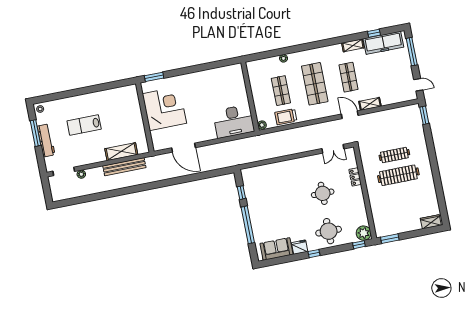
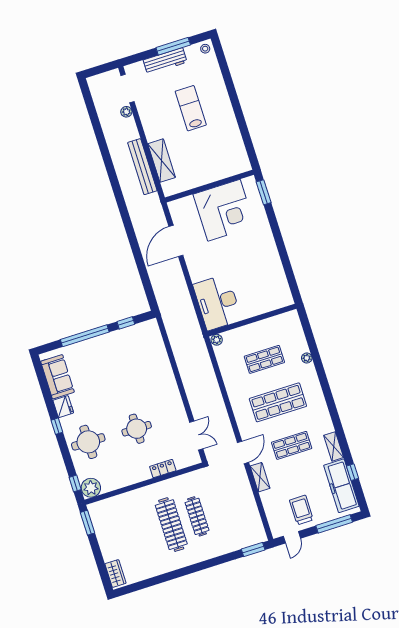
trolley: (286, 117) -> (301, 510), moved
double door: (333, 149) -> (196, 435), swing flipped

